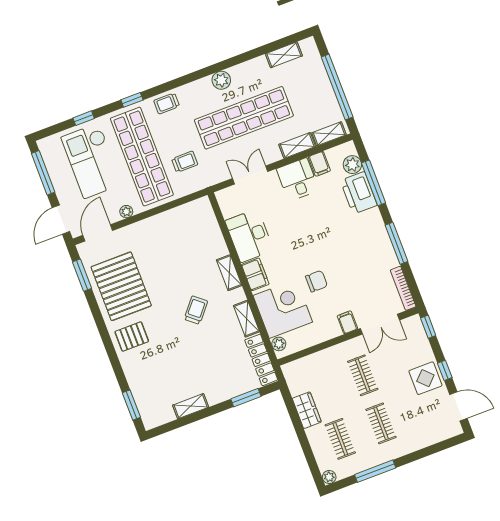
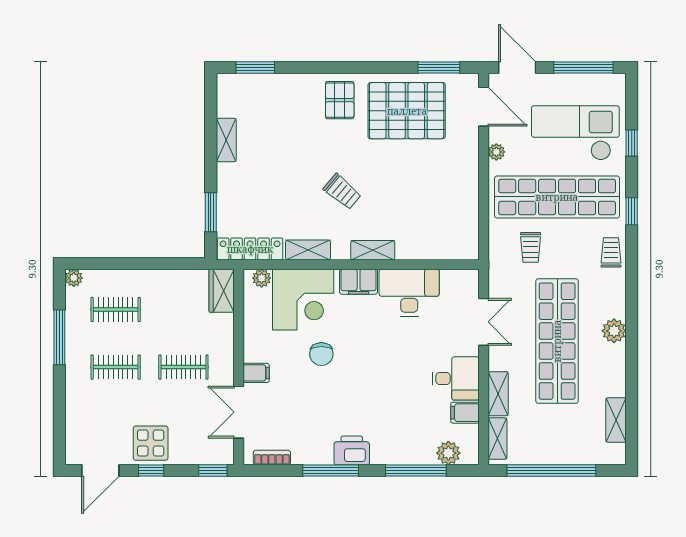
printer: (359, 193) -> (352, 450), moved, width x0.73, depth x0.84
bookcase: (403, 288) -> (272, 458), width x0.64
wardrobe: (307, 410) -> (222, 291), moved, turned 90

